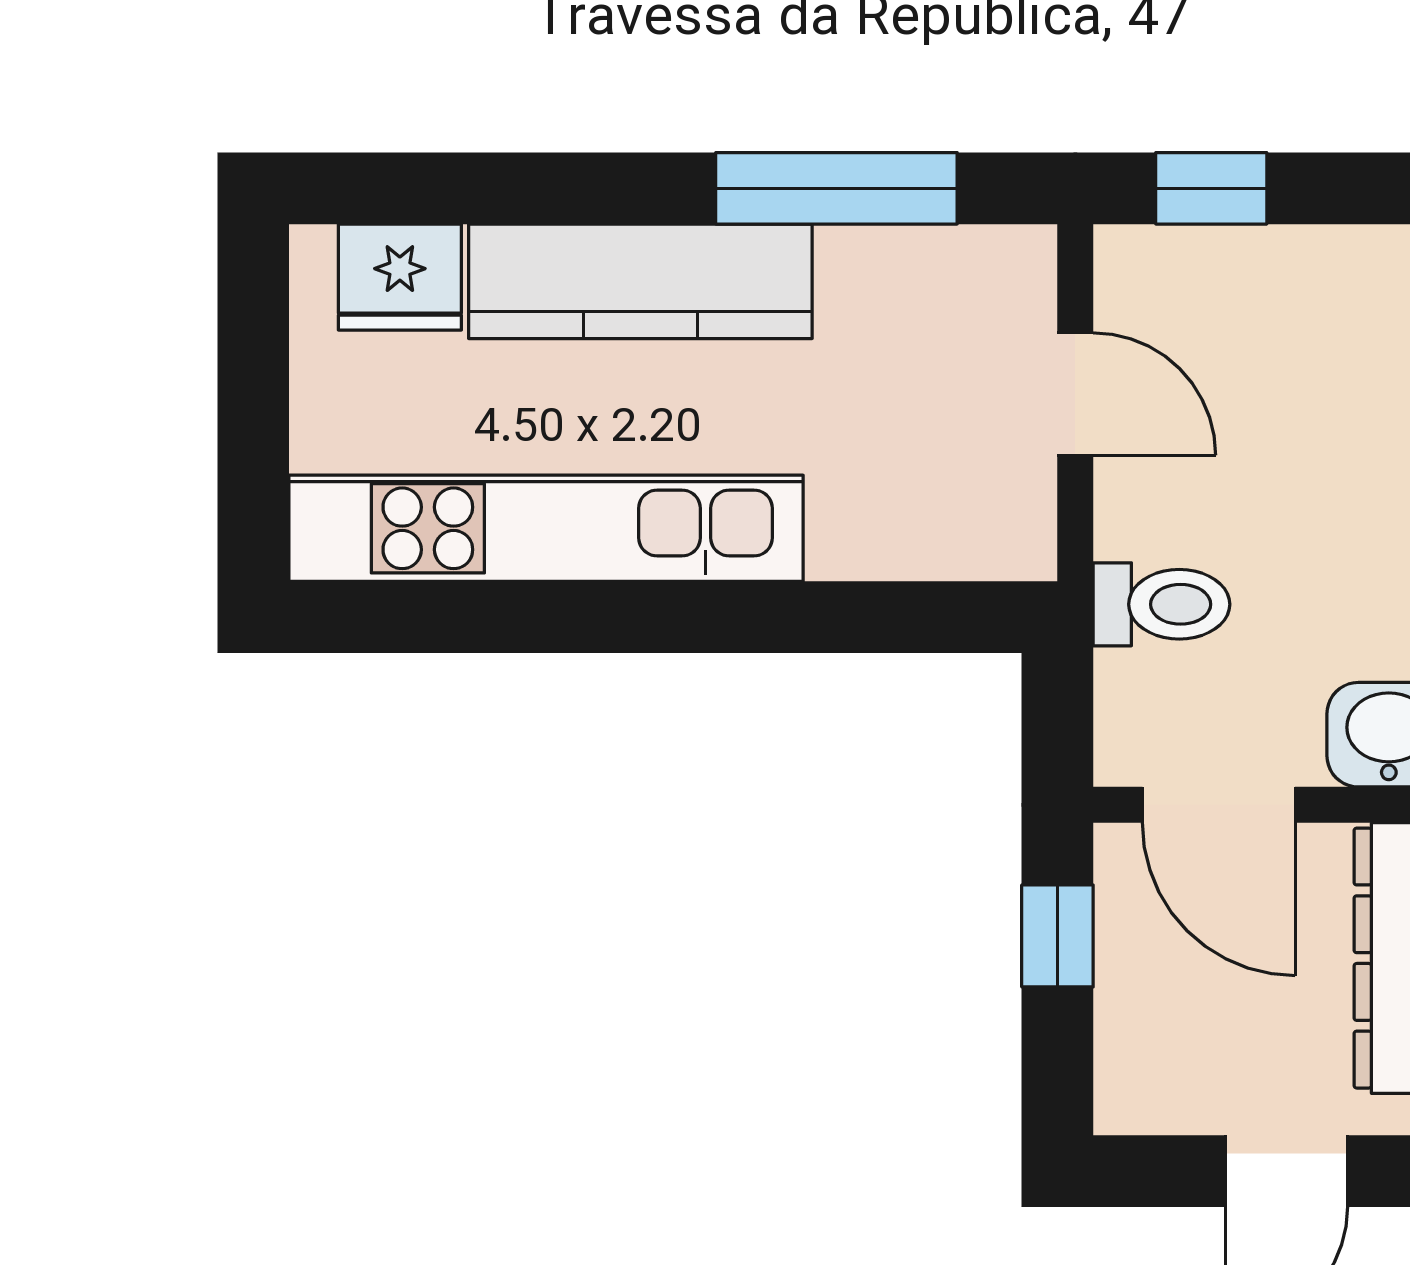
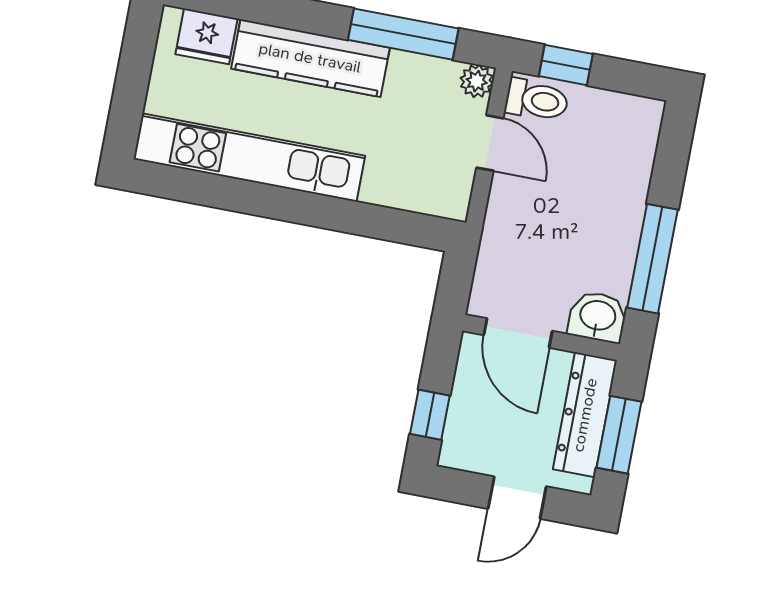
plant: (1020, 262) -> (477, 81), added
toilet: (1161, 604) -> (537, 100), moved
window: (1057, 936) -> (430, 415), moved

